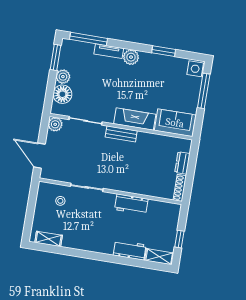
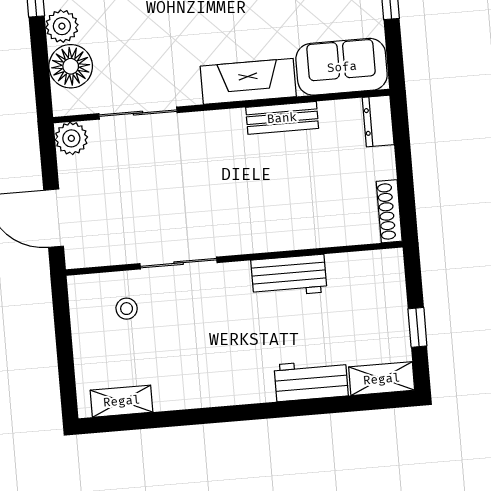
bench: (121, 134) -> (282, 118), moved
dresser: (182, 163) -> (378, 121), moved

